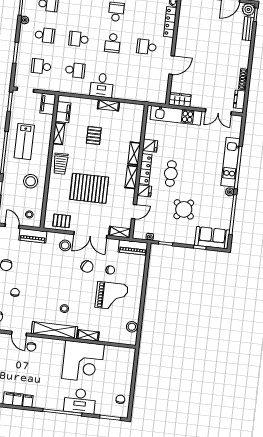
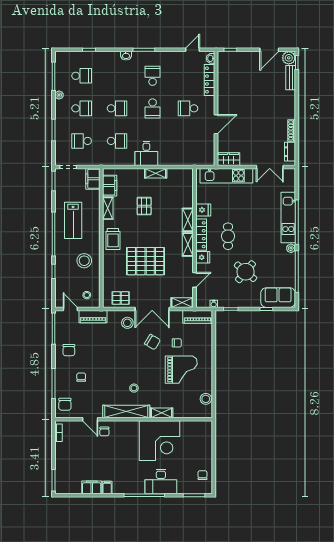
school desk: (79, 39) -> (117, 108), turned 180

